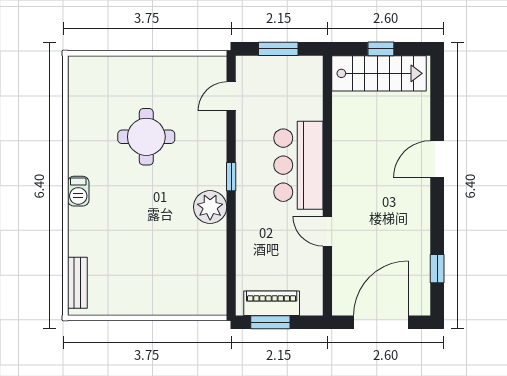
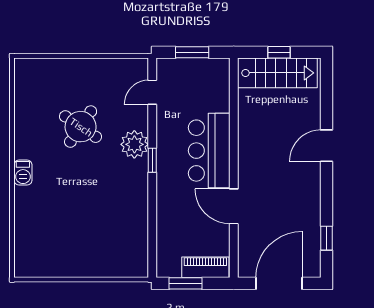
round table: (146, 137) -> (81, 127), turned 34
plant: (210, 207) -> (134, 144), moved
door: (327, 231) -> (234, 206), width x1.38
bench: (77, 283) -> (22, 250), removed
piano: (272, 303) -> (205, 267), moved

